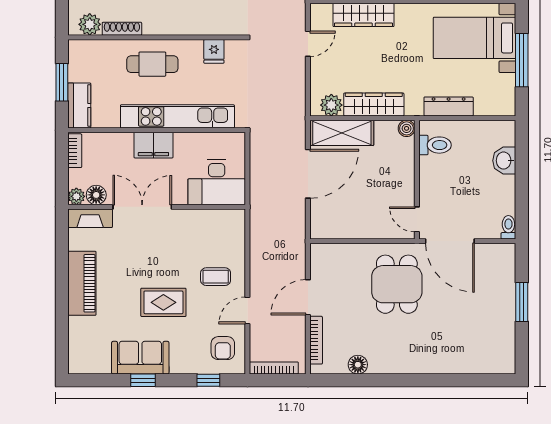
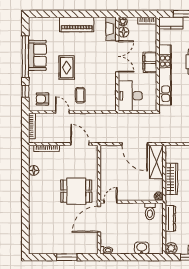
plant: (331, 105) -> (171, 248), moved
door: (308, 297) -> (80, 144), moved
window: (143, 380) -> (25, 57), width x3.17

